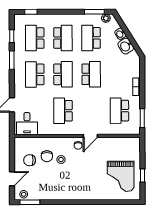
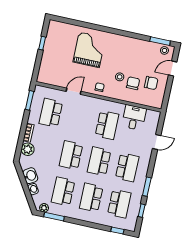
school desk: (91, 38) -> (63, 191), turned 180
plant: (134, 71) -> (28, 149), added
school desk: (119, 111) -> (51, 113), turned 180
desk: (27, 124) -> (134, 118), moved
door: (90, 136) -> (74, 91), moved
grand piano: (121, 176) -> (89, 50), moved

